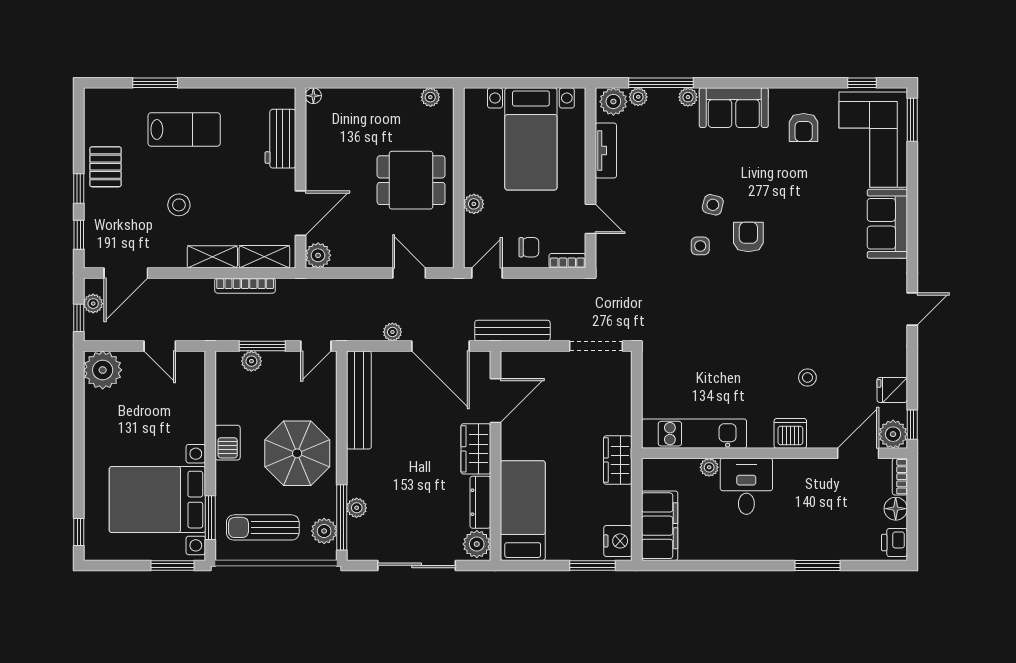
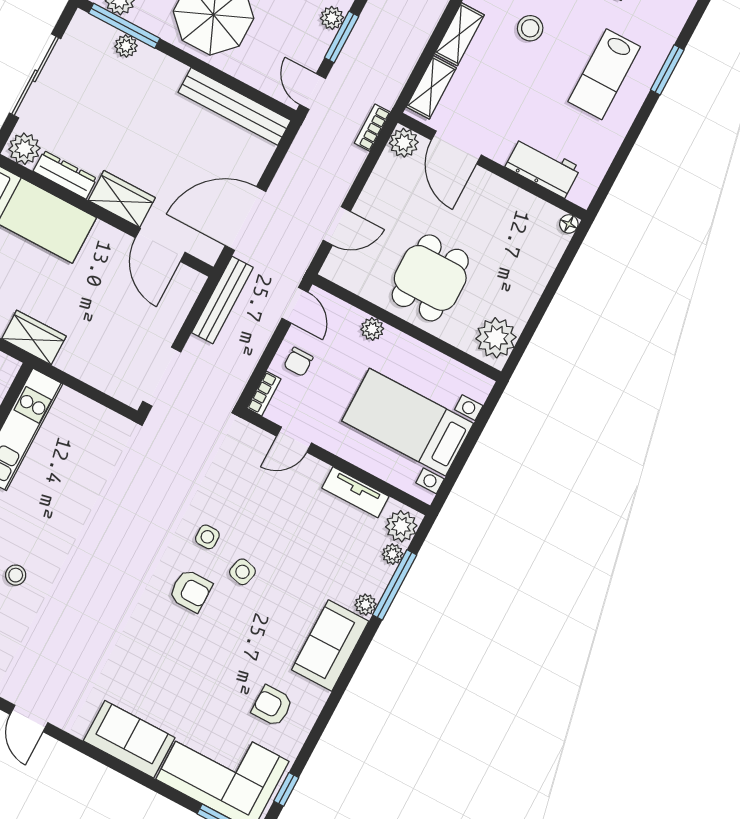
plant: (430, 97) -> (496, 338), width x1.88, depth x1.88
bookcase: (245, 286) -> (372, 128), moved, width x0.64
plant: (392, 332) -> (286, 177), removed

